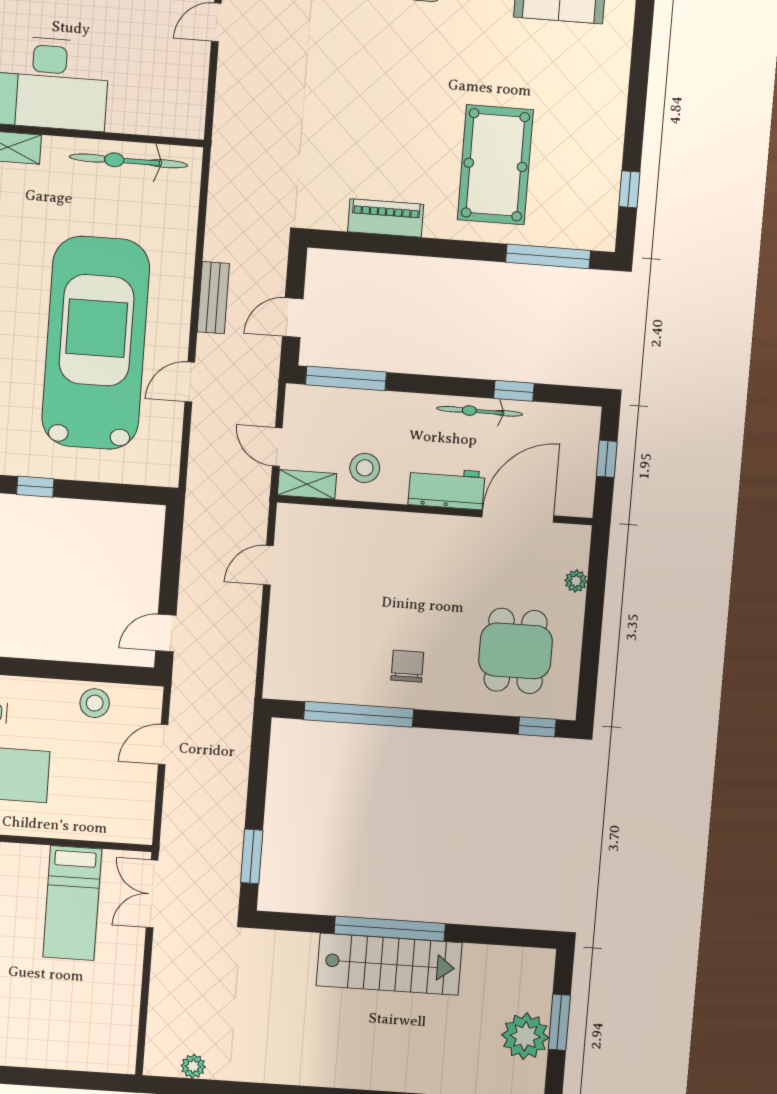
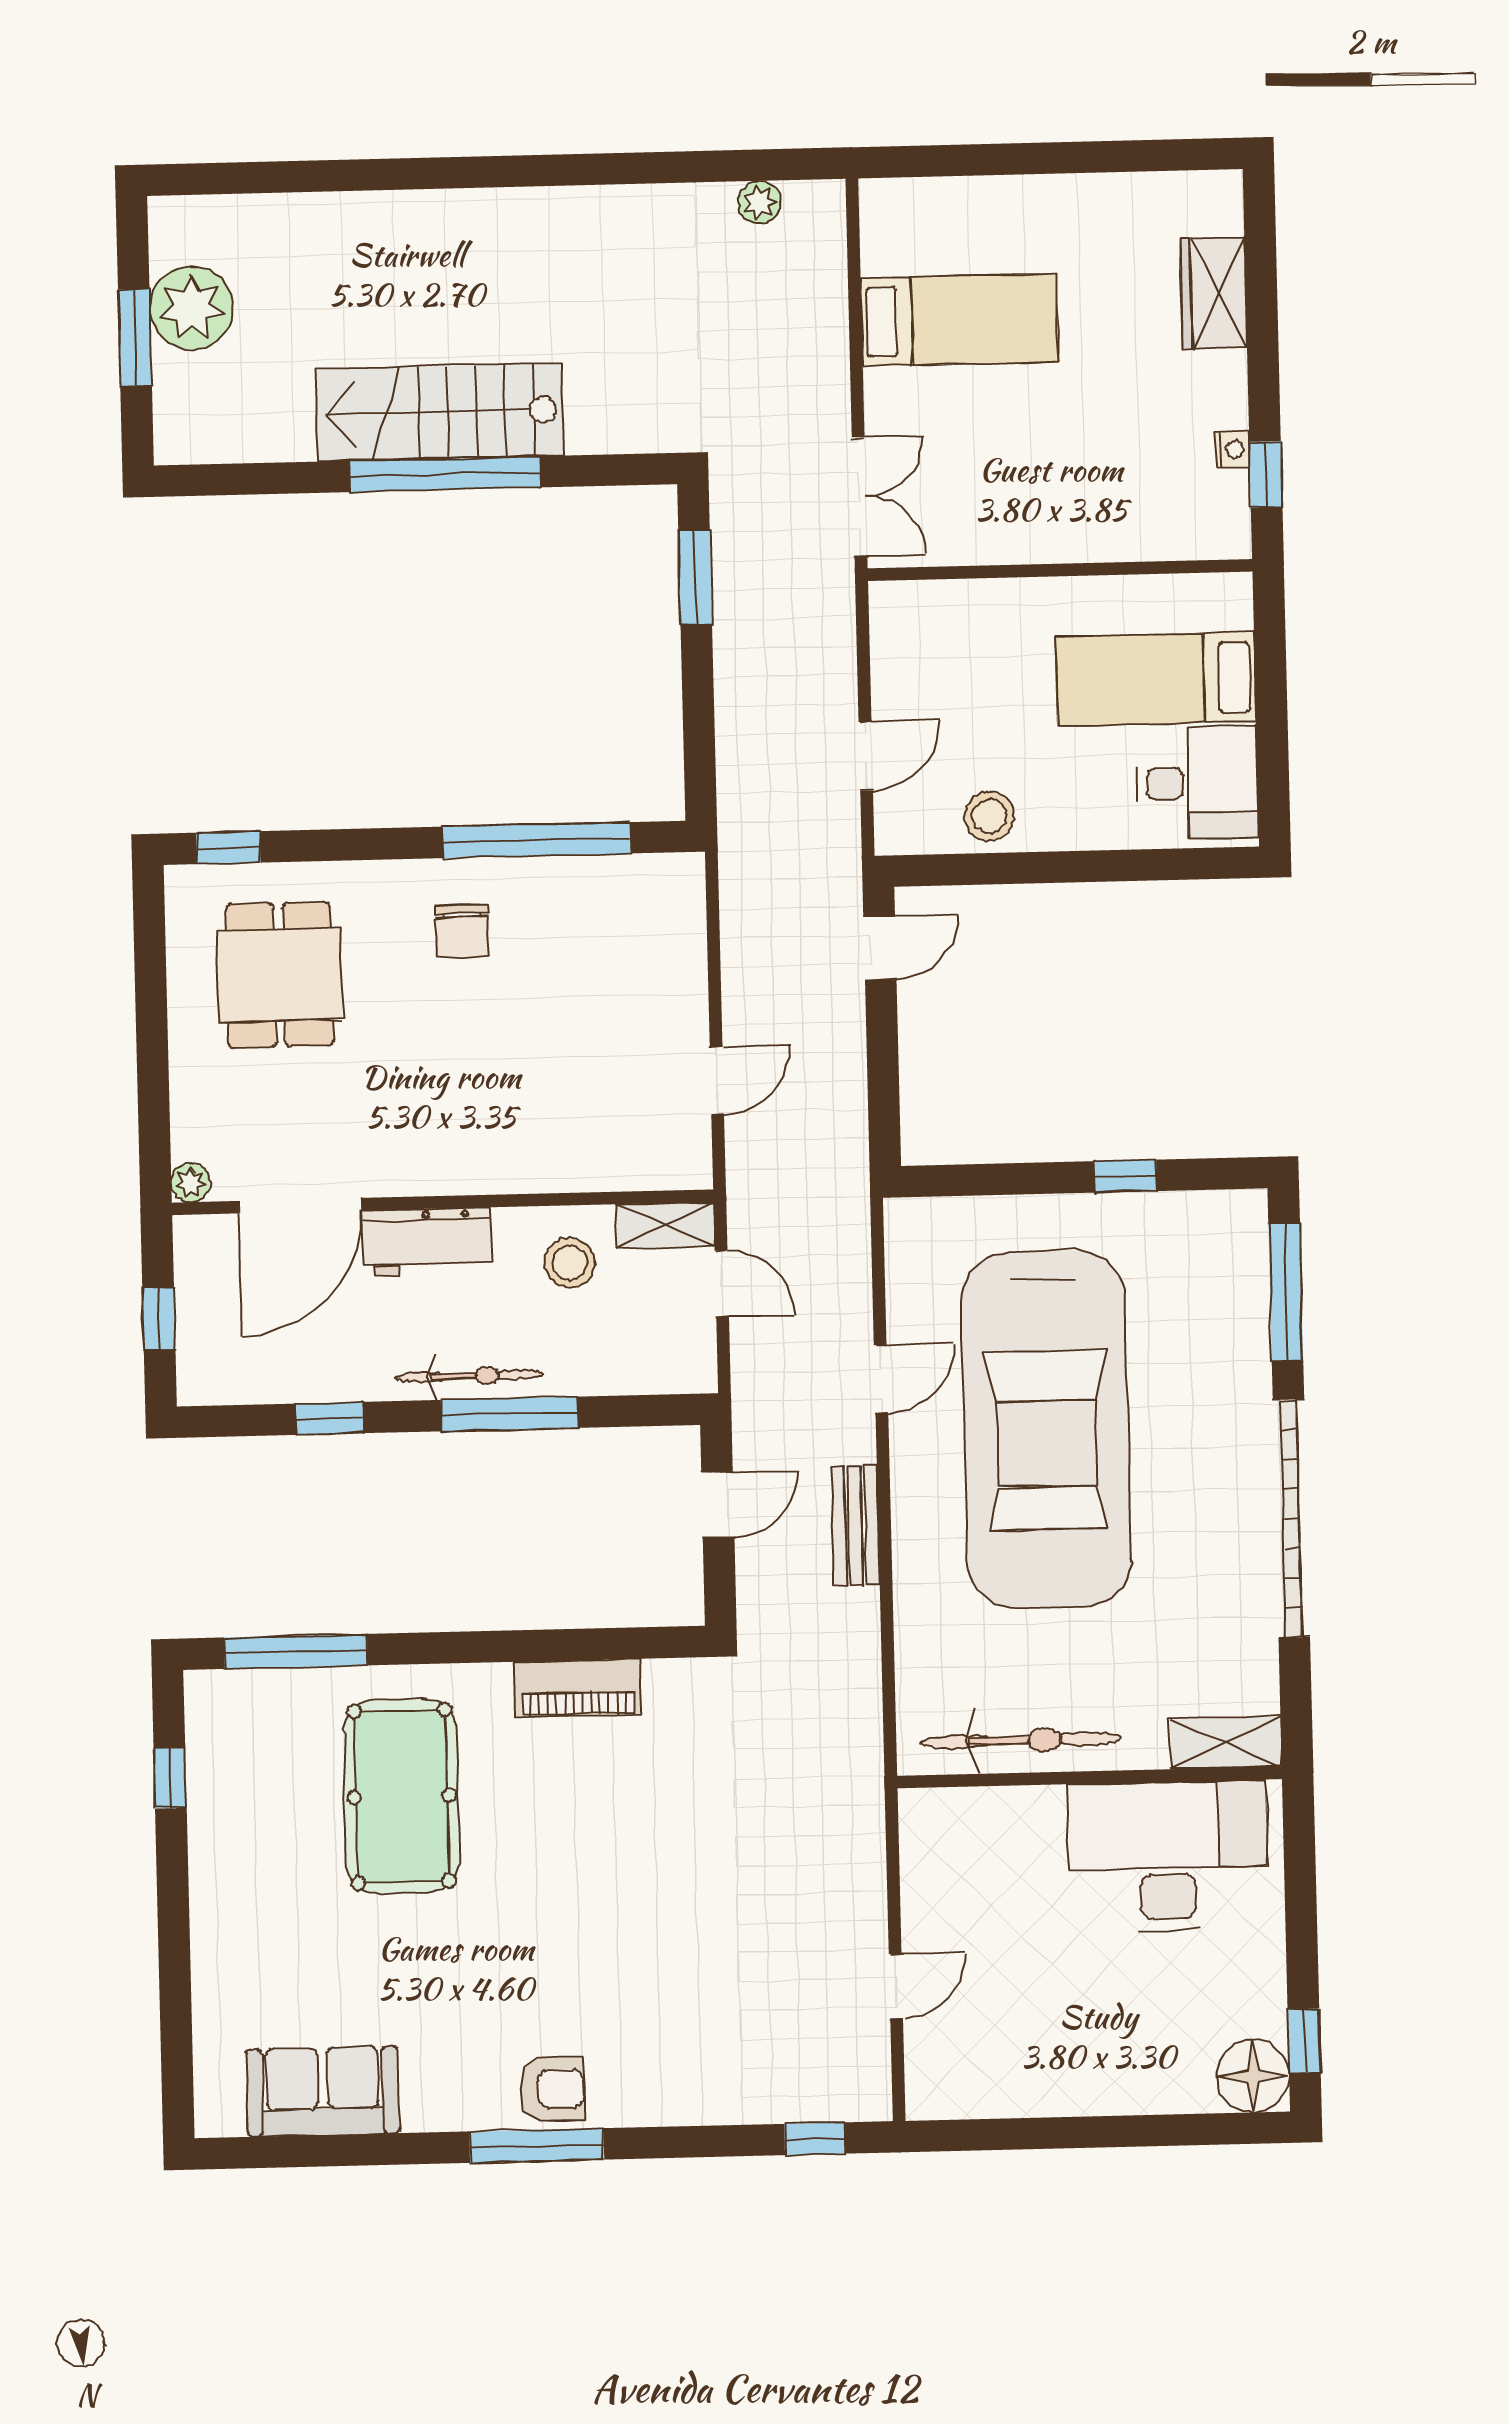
window: (346, 378) -> (509, 1414), moved
bicycle: (480, 411) -> (469, 1376), moved
plant: (576, 581) -> (191, 1183), moved
bed: (72, 903) -> (959, 320), moved, turned 90

